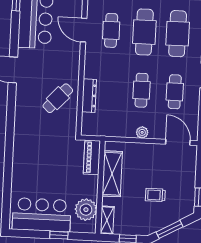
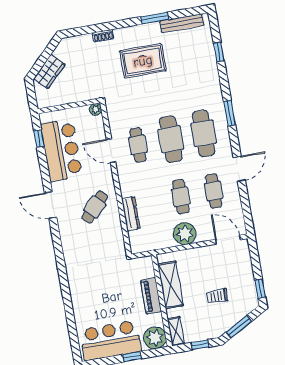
cafe table: (58, 98) -> (95, 207), moved
plant: (142, 132) -> (185, 234), width x1.87, depth x1.87
piano: (92, 157) -> (151, 296), moved
plant: (86, 210) -> (155, 338), moved

